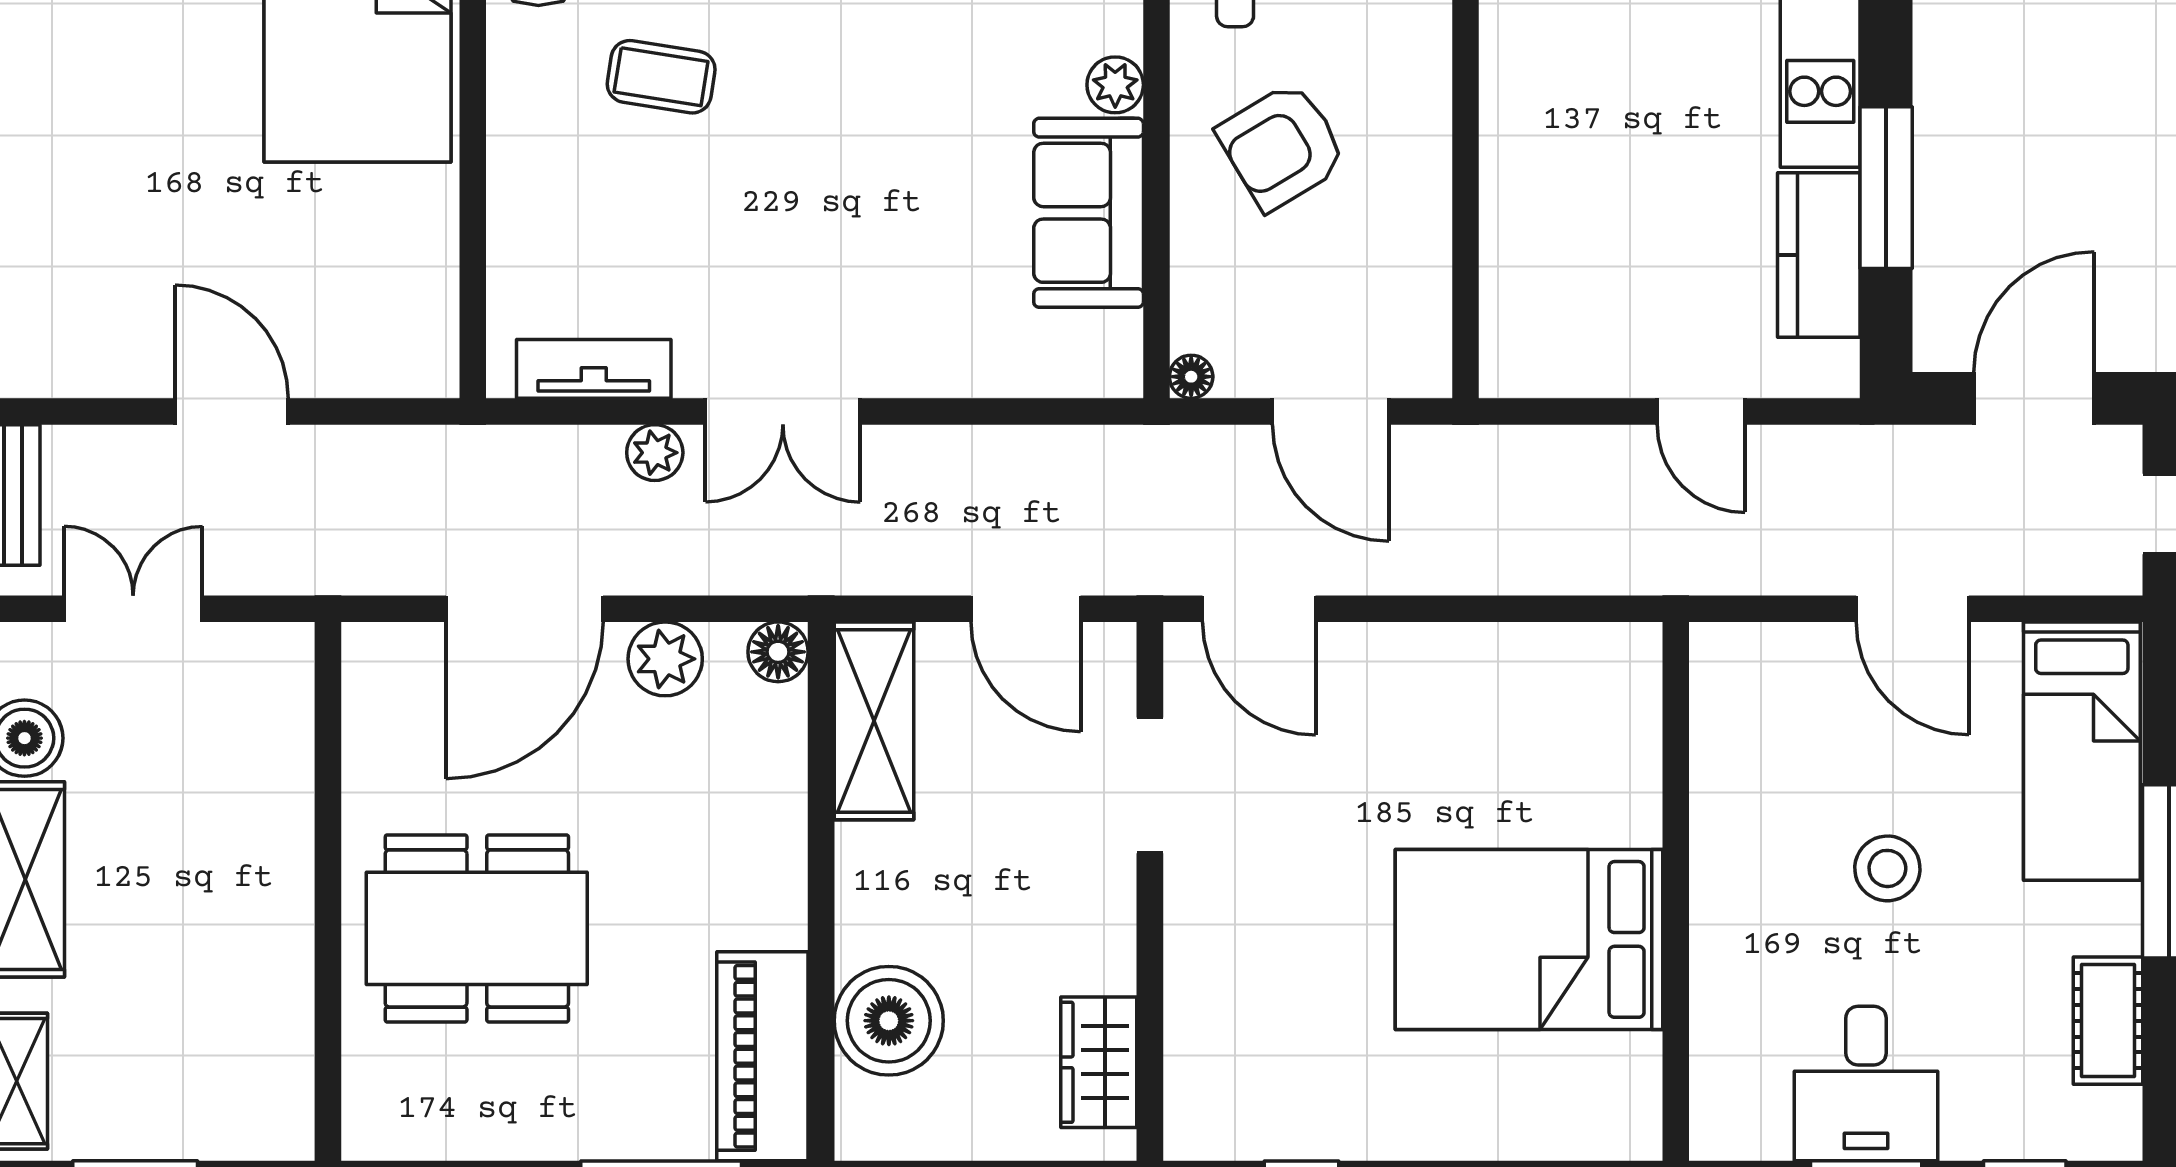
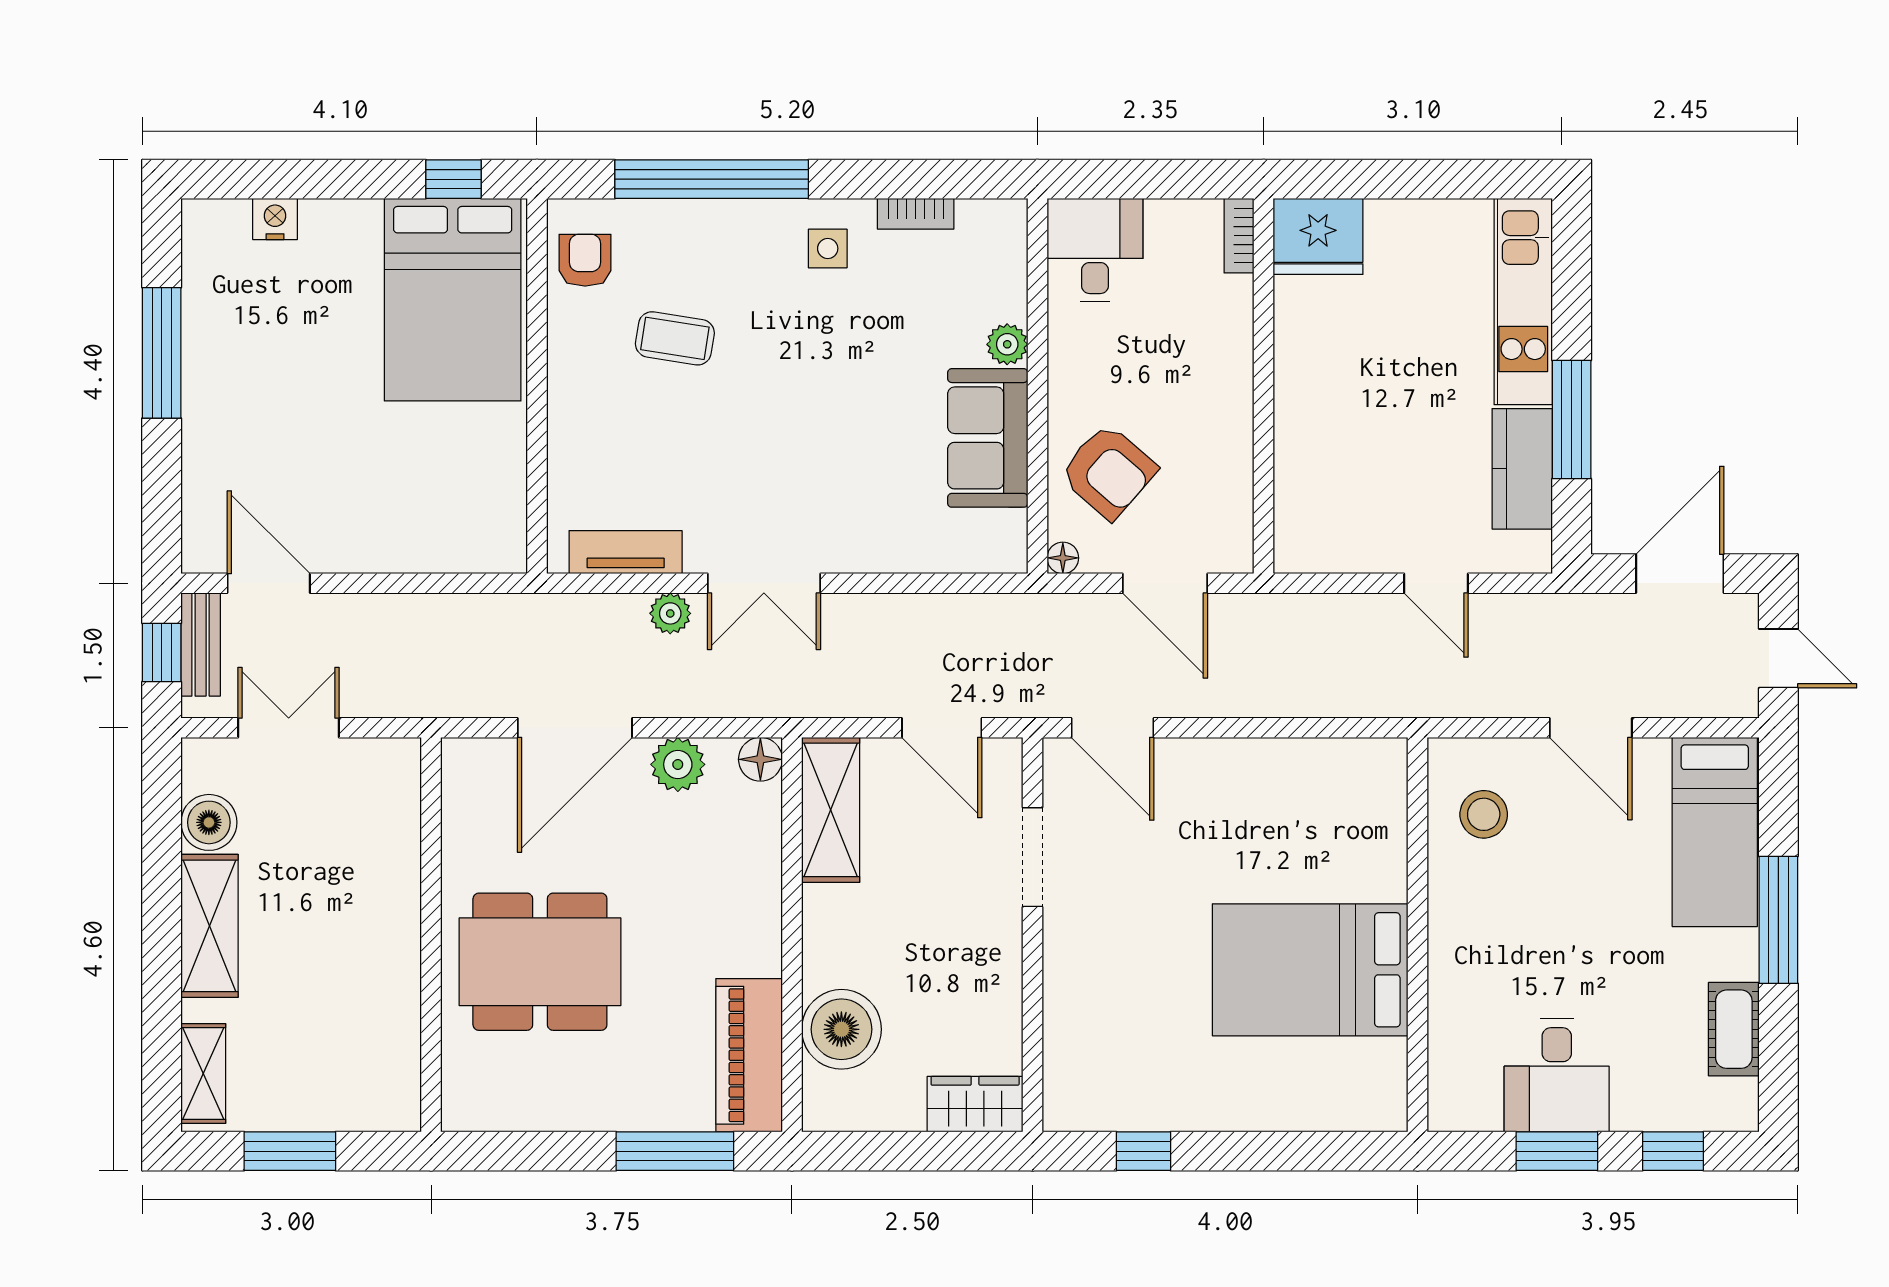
armchair: (1282, 146) -> (1108, 472), moved, turned -108
door: (232, 411) -> (269, 583), moved
stool: (1887, 868) -> (1484, 814), moved
wardrobe: (1099, 1062) -> (975, 1104), moved, turned 90

